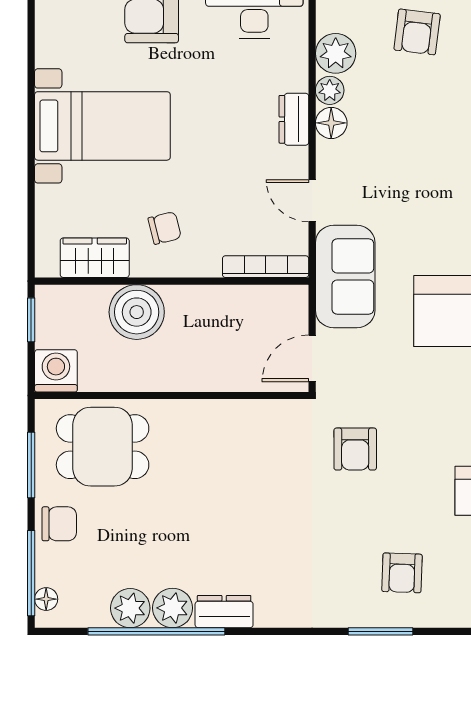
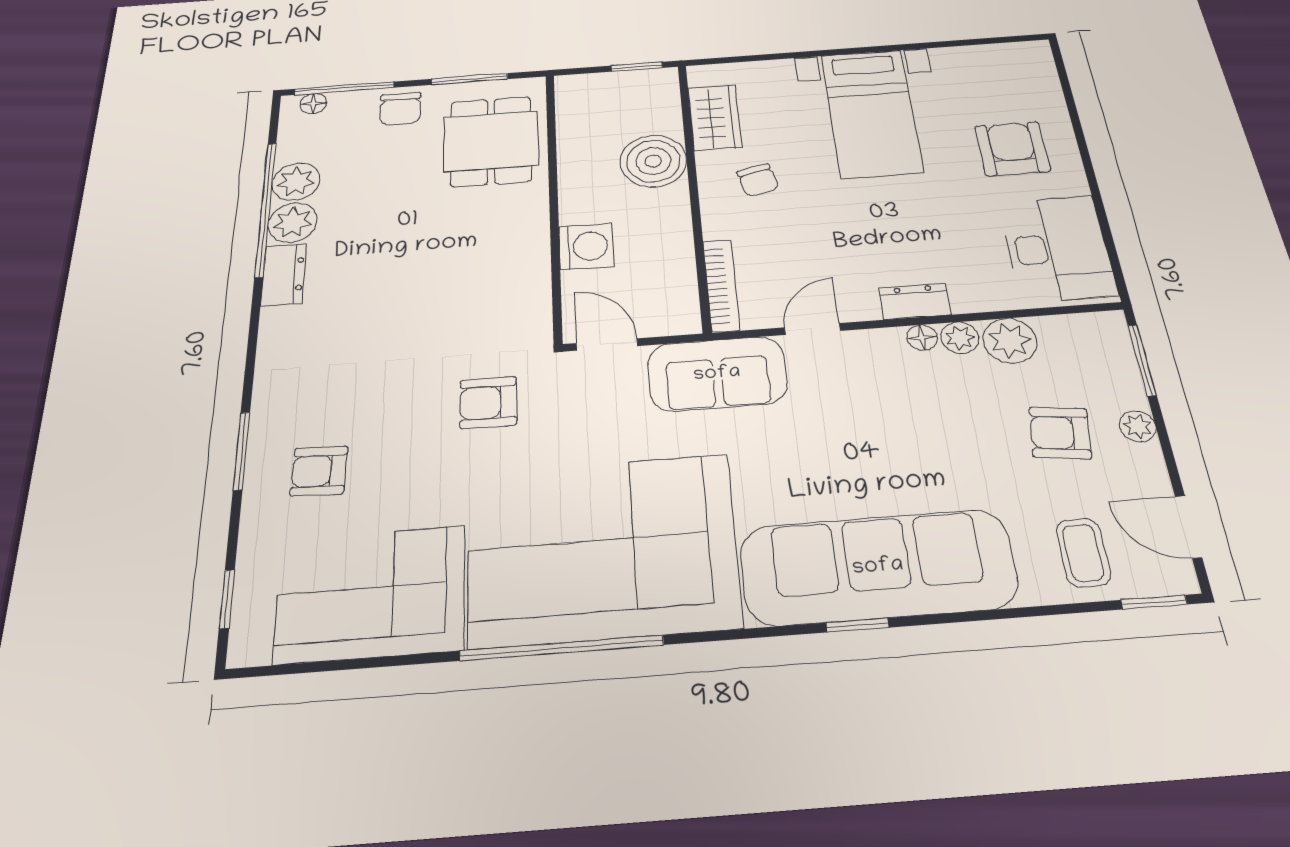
floor lamp: (331, 123) -> (922, 338), width x0.73, depth x0.73
washing machine: (56, 371) -> (586, 246), moved

